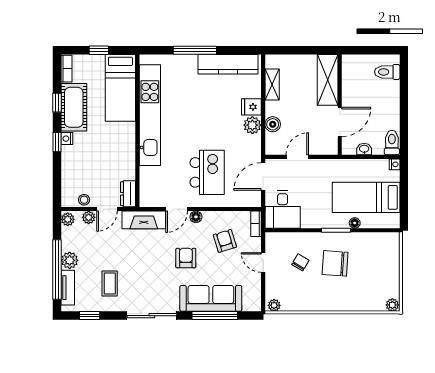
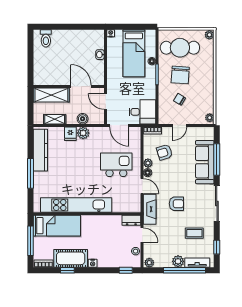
window: (99, 50) -> (31, 241), width x2.17
shelving: (328, 80) -> (51, 95), moved
wall: (340, 105) -> (69, 87), moved
door: (340, 122) -> (81, 87), moved
window: (57, 142) -> (126, 270), moved
toilet: (392, 142) -> (95, 35), removed
plant: (89, 217) -> (148, 163), moved
armchair: (186, 258) -> (176, 204), moved, turned 180
cafe table: (374, 263) -> (180, 48), added

